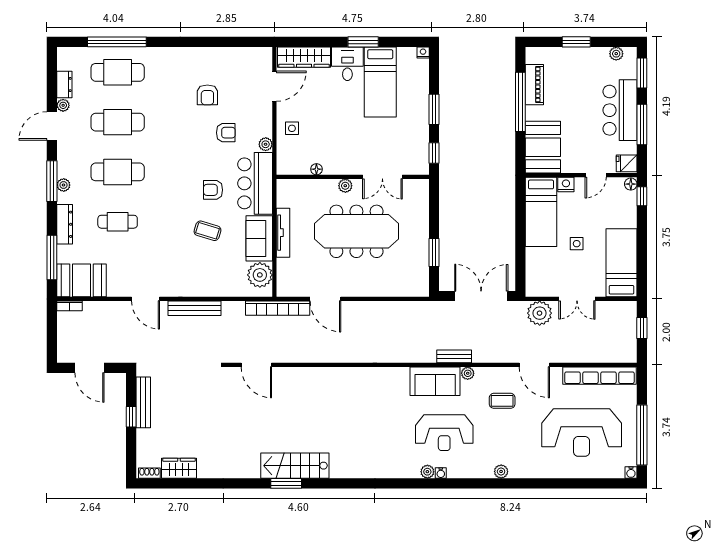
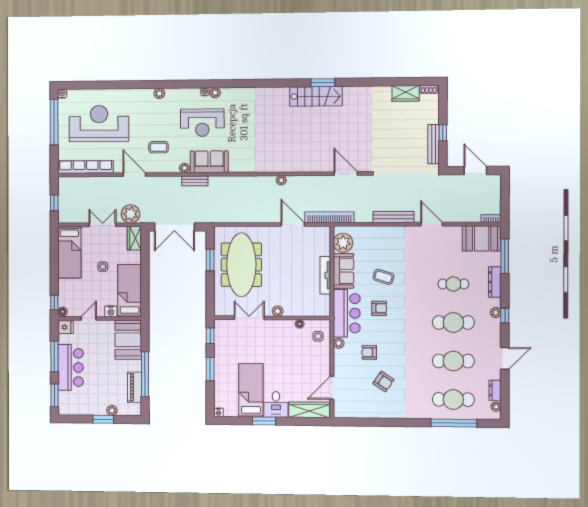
plant: (616, 54) -> (112, 410), moved
armchair: (207, 95) -> (383, 382), turned 124
plant: (63, 105) -> (496, 407), moved
side table: (292, 128) -> (318, 336), moved
window: (52, 181) -> (505, 316), width x0.46
meeting table: (356, 231) -> (241, 265), moved, turned 90
wardrobe: (535, 281) -> (134, 238), added
plant: (340, 357) -> (281, 180), added
reception desk: (444, 433) -> (202, 123), turned 180

